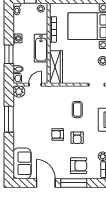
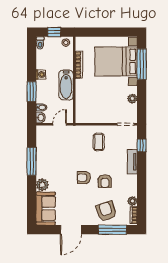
wardrobe: (56, 67) -> (82, 105), removed
plant: (19, 91) -> (42, 185), moved
coffee table: (77, 110) -> (99, 142), moved
armchair: (79, 166) -> (106, 211), turned -109
door: (46, 183) -> (71, 230), swing flipped
window: (74, 183) -> (112, 230), moved

